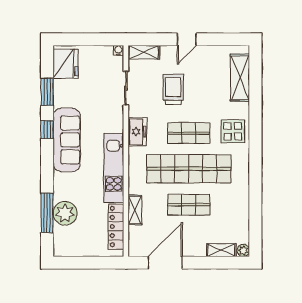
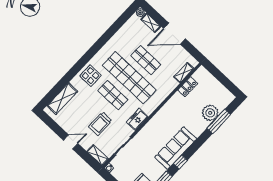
kitchen unit: (114, 168) -> (165, 113), removed
shelving: (135, 210) -> (184, 73), moved
locker: (116, 227) -> (188, 87), width x0.66
door: (165, 263) -> (174, 34), moved

